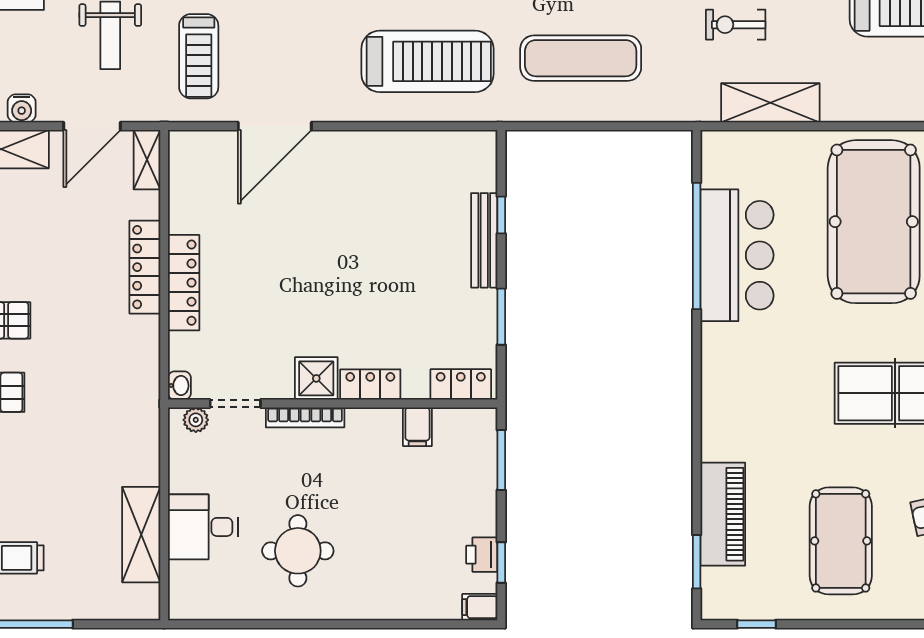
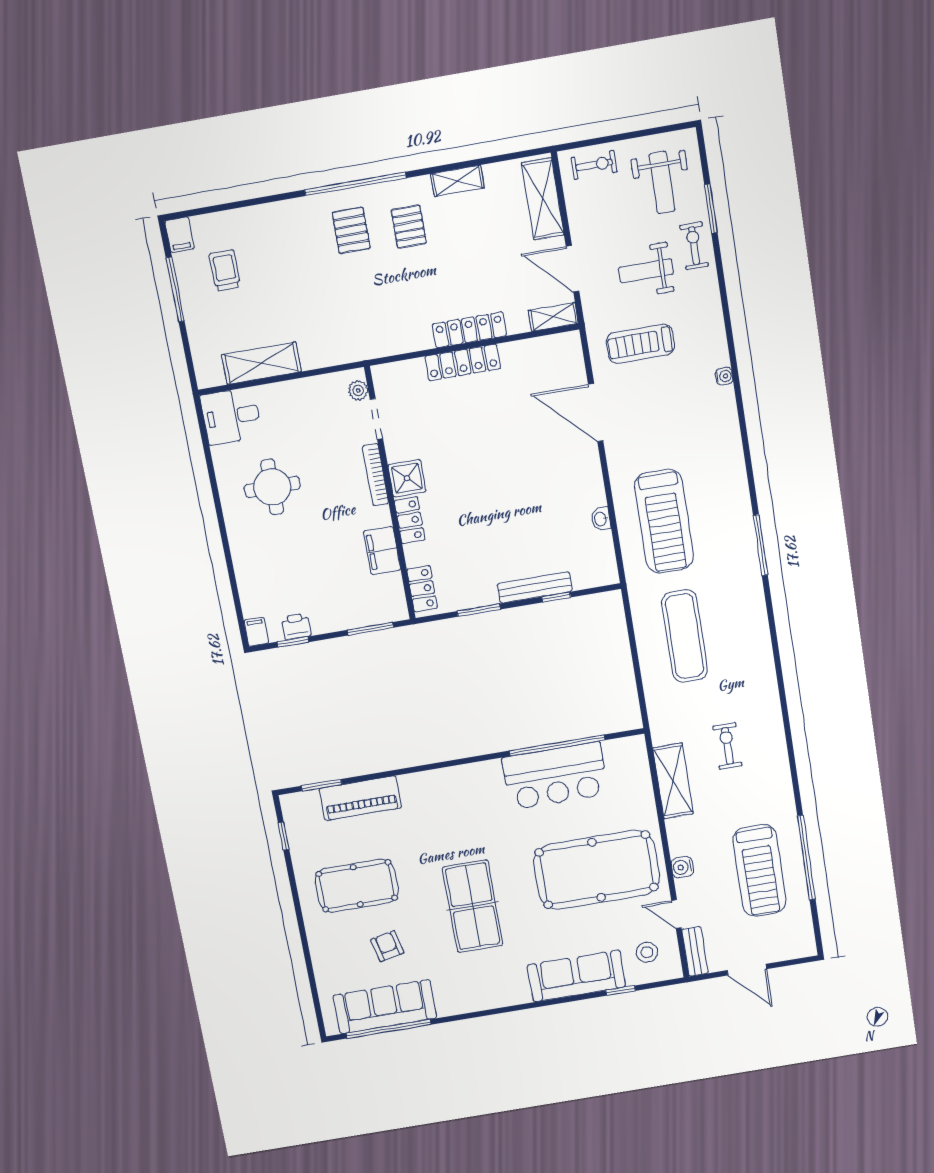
water cooler: (22, 108) -> (682, 867), moved
washbasin: (179, 386) -> (601, 519), moved, turned 90
filing cabinet: (417, 427) -> (382, 551), width x2.00
desk: (203, 527) -> (231, 416), moved, turned -90

